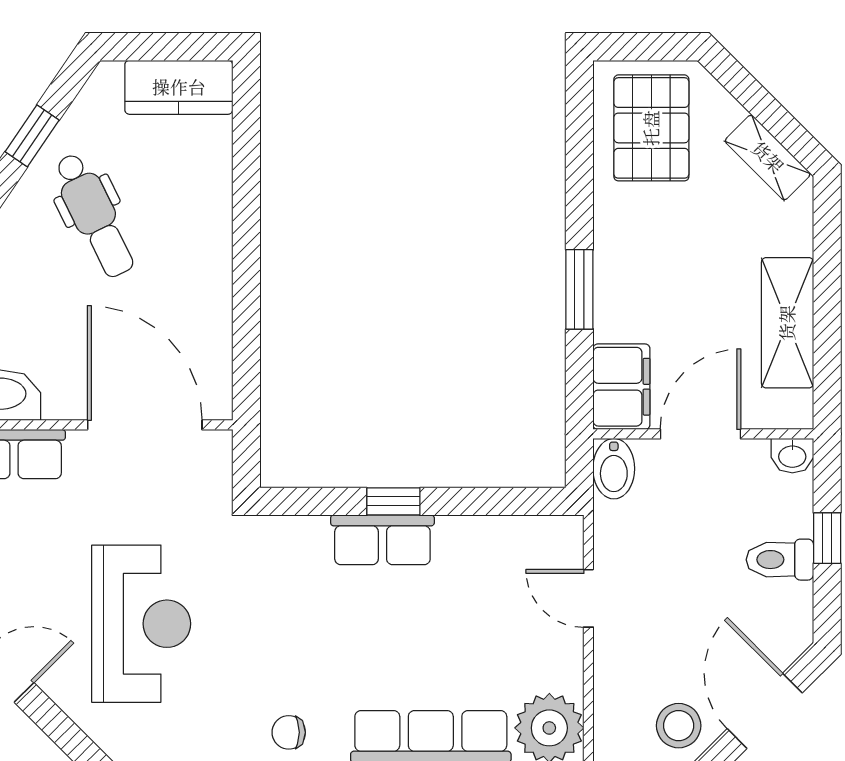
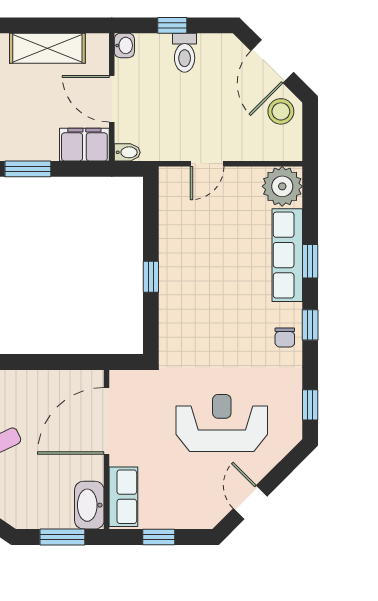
bidet: (614, 469) -> (127, 152), width x0.72, depth x0.74
row of seats: (382, 540) -> (173, 283), removed
door: (765, 711) -> (272, 61), hinge flipped

